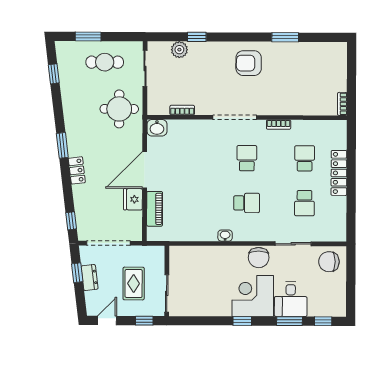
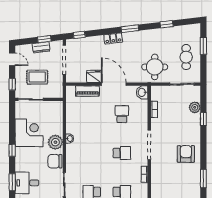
window: (54, 74) -> (167, 24), moved
school desk: (247, 203) -> (122, 114), moved, turned 180
plant: (230, 257) -> (55, 142), added
corner desk: (253, 296) -> (29, 133), moved

